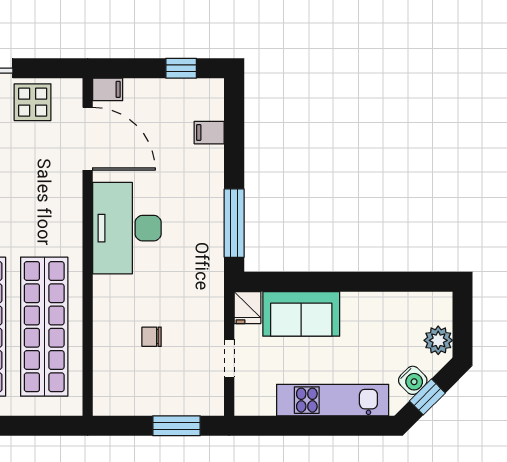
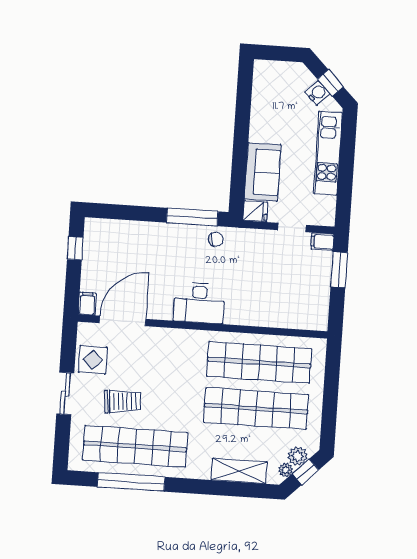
filing cabinet: (209, 133) -> (322, 242), moved, turned 90
desk: (127, 228) -> (199, 303), width x0.73, depth x0.77
chair: (152, 337) -> (216, 239), moved, turned -104
plant: (438, 340) -> (289, 72), removed

